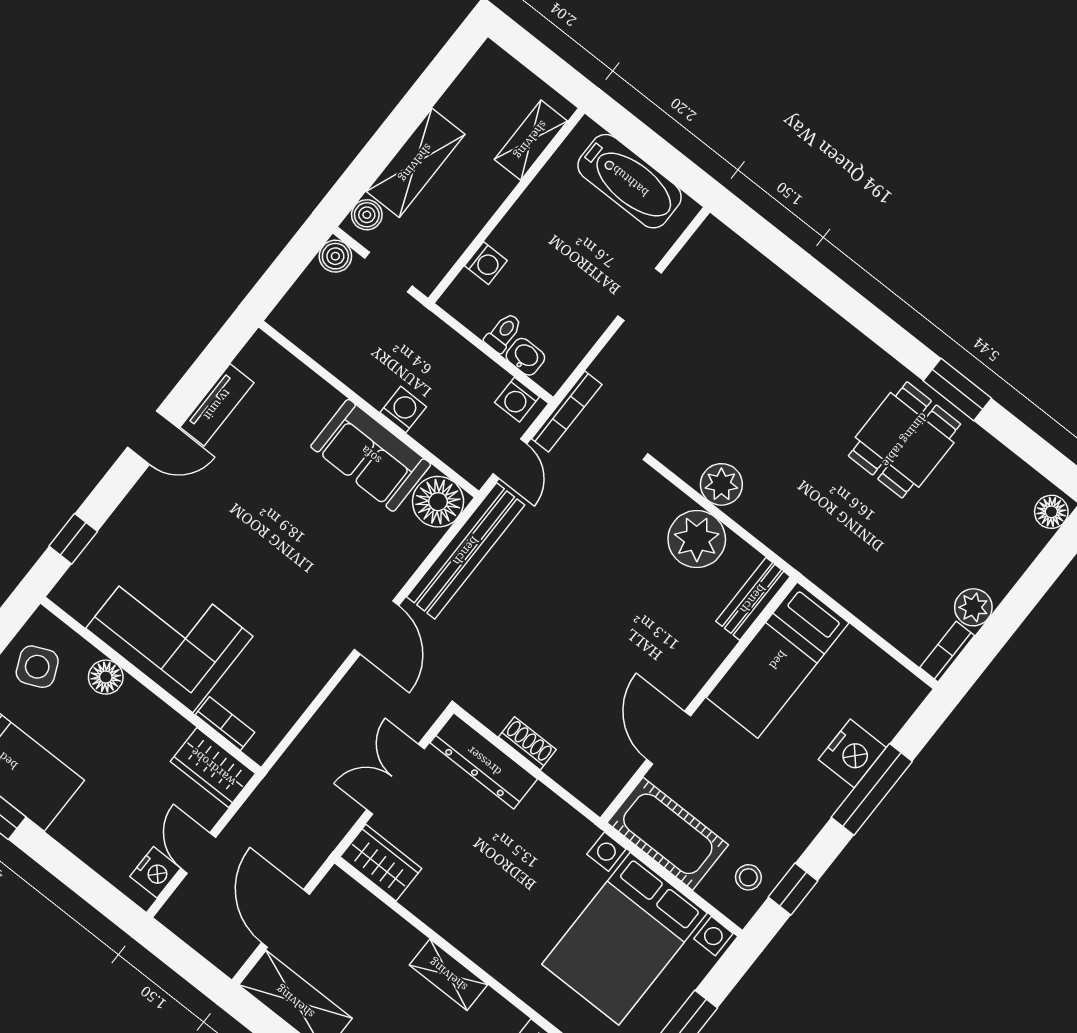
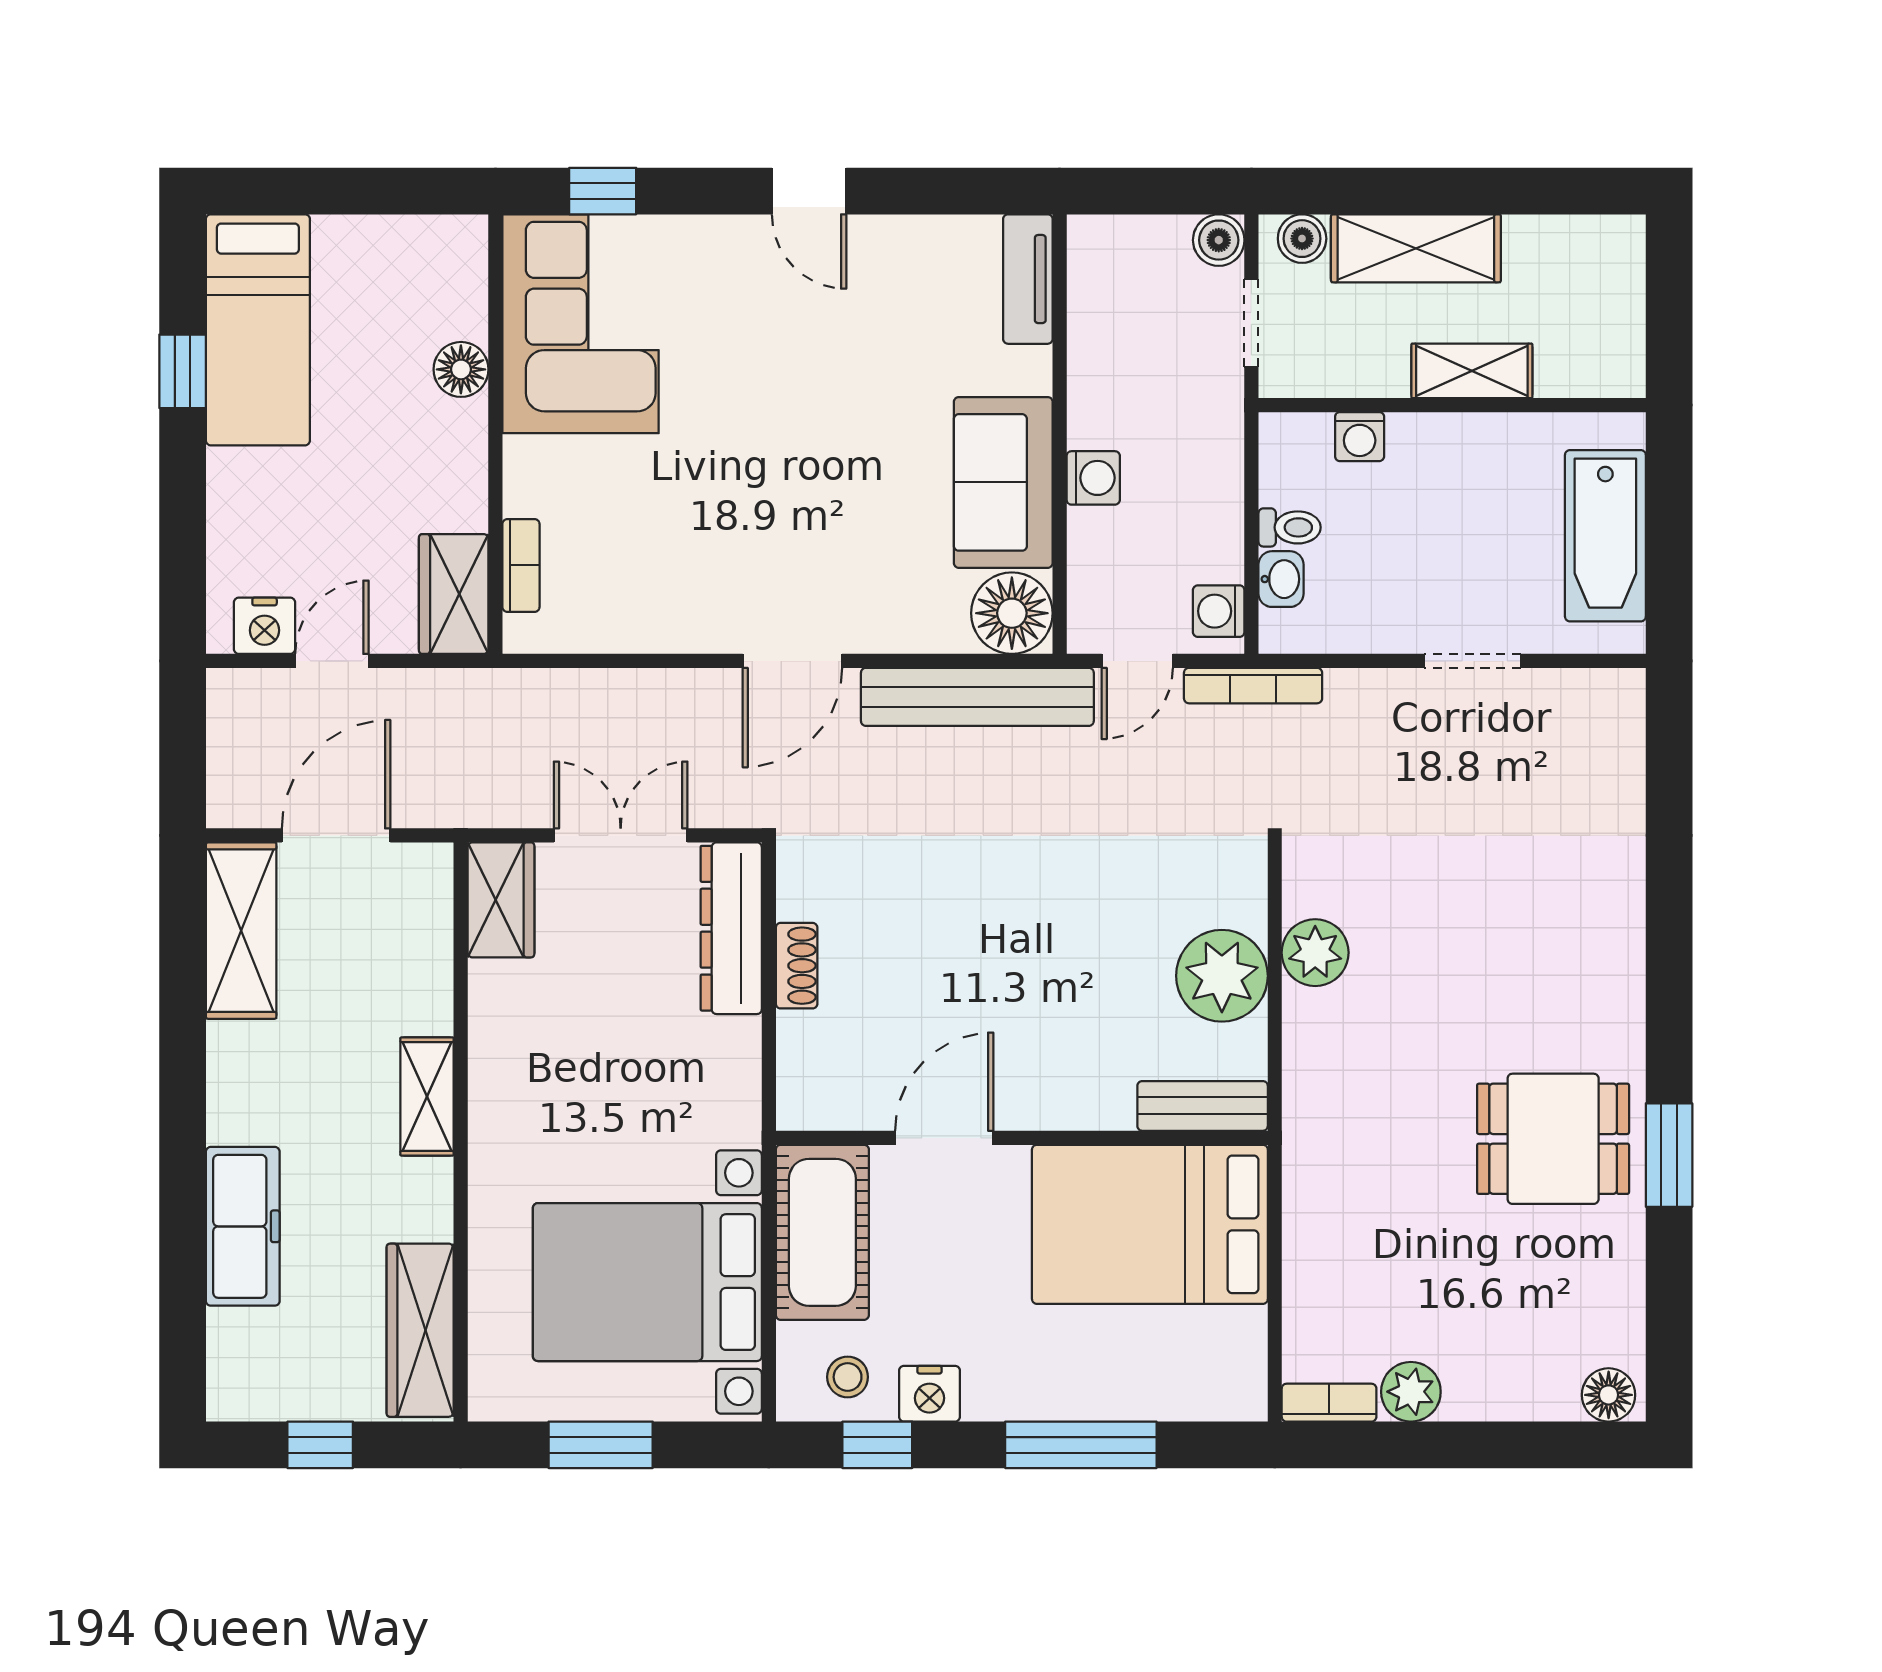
shelving: (531, 140) -> (1472, 371), moved
tv unit: (217, 405) -> (1028, 279), moved, turned 90
corner sofa: (169, 632) -> (581, 324), moved
bed: (778, 660) -> (1150, 1224), width x1.50
side table: (37, 667) -> (406, 273), removed
nightstand: (852, 753) -> (929, 1394), moved, width x0.74, depth x0.75

